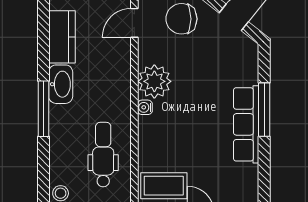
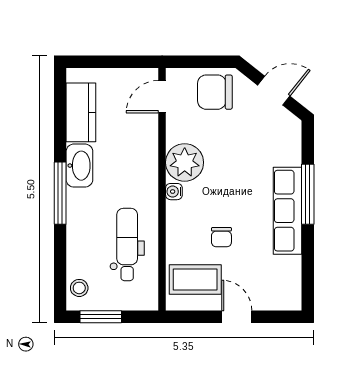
chair: (187, 148) -> (221, 237), added

